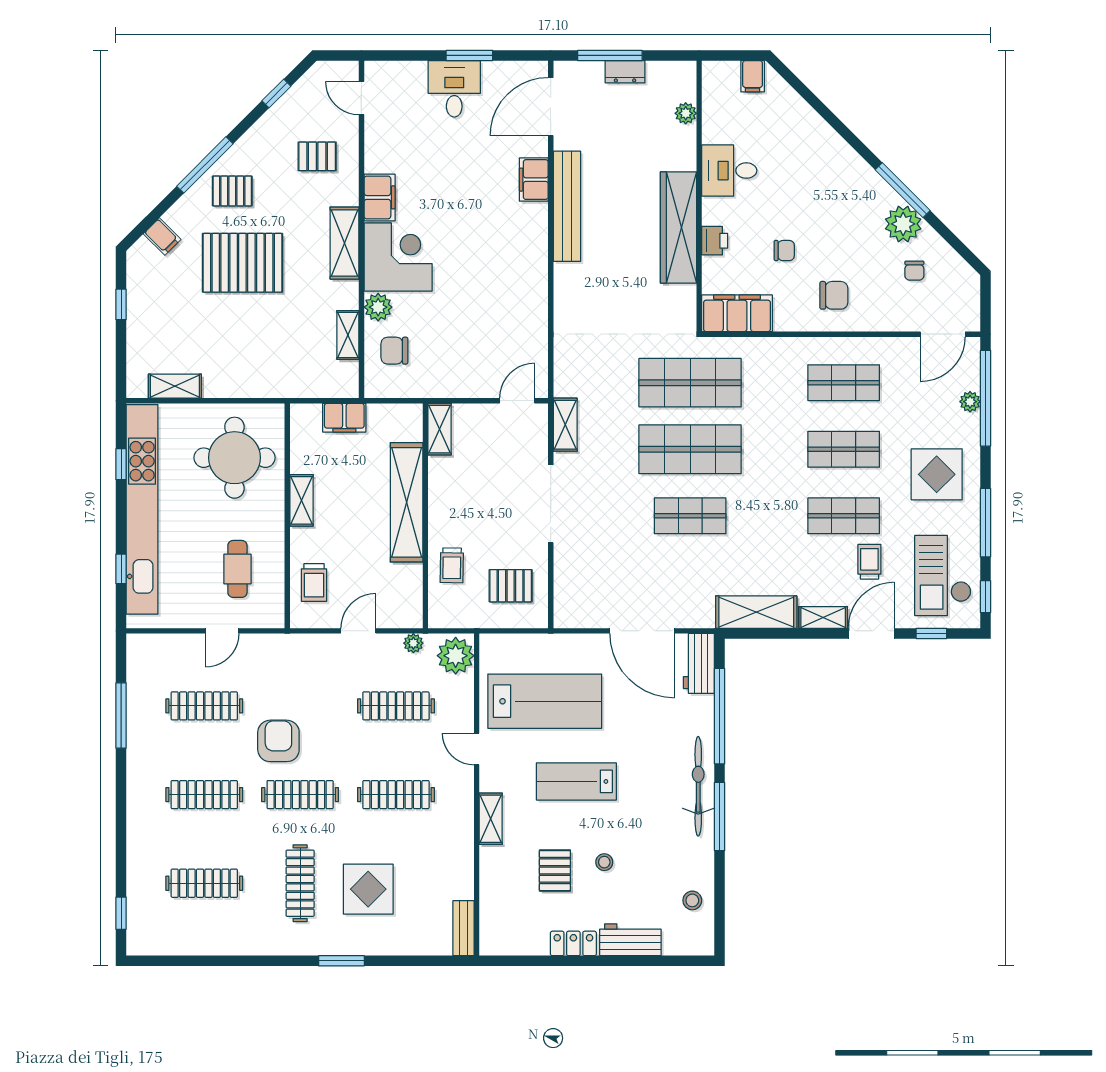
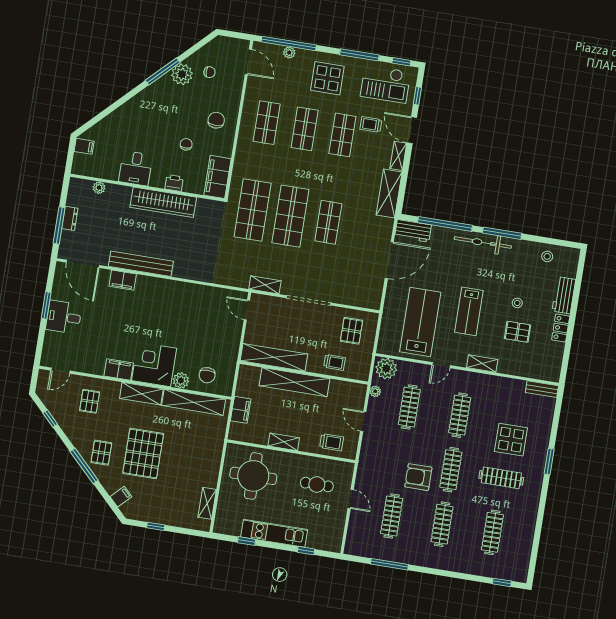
shelving: (348, 335) -> (194, 402), width x2.20, depth x1.33
shelving: (440, 429) -> (274, 357), width x2.20, depth x1.33
kitchen unit: (142, 509) -> (274, 533), width x0.54

